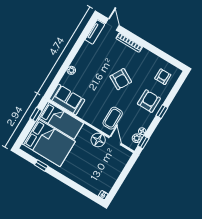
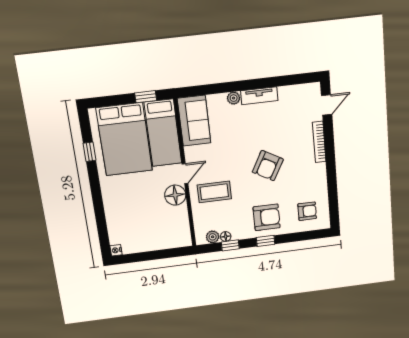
tv unit: (95, 32) -> (259, 96), moved
door: (115, 141) -> (185, 174), moved
window: (143, 142) -> (230, 245), moved

